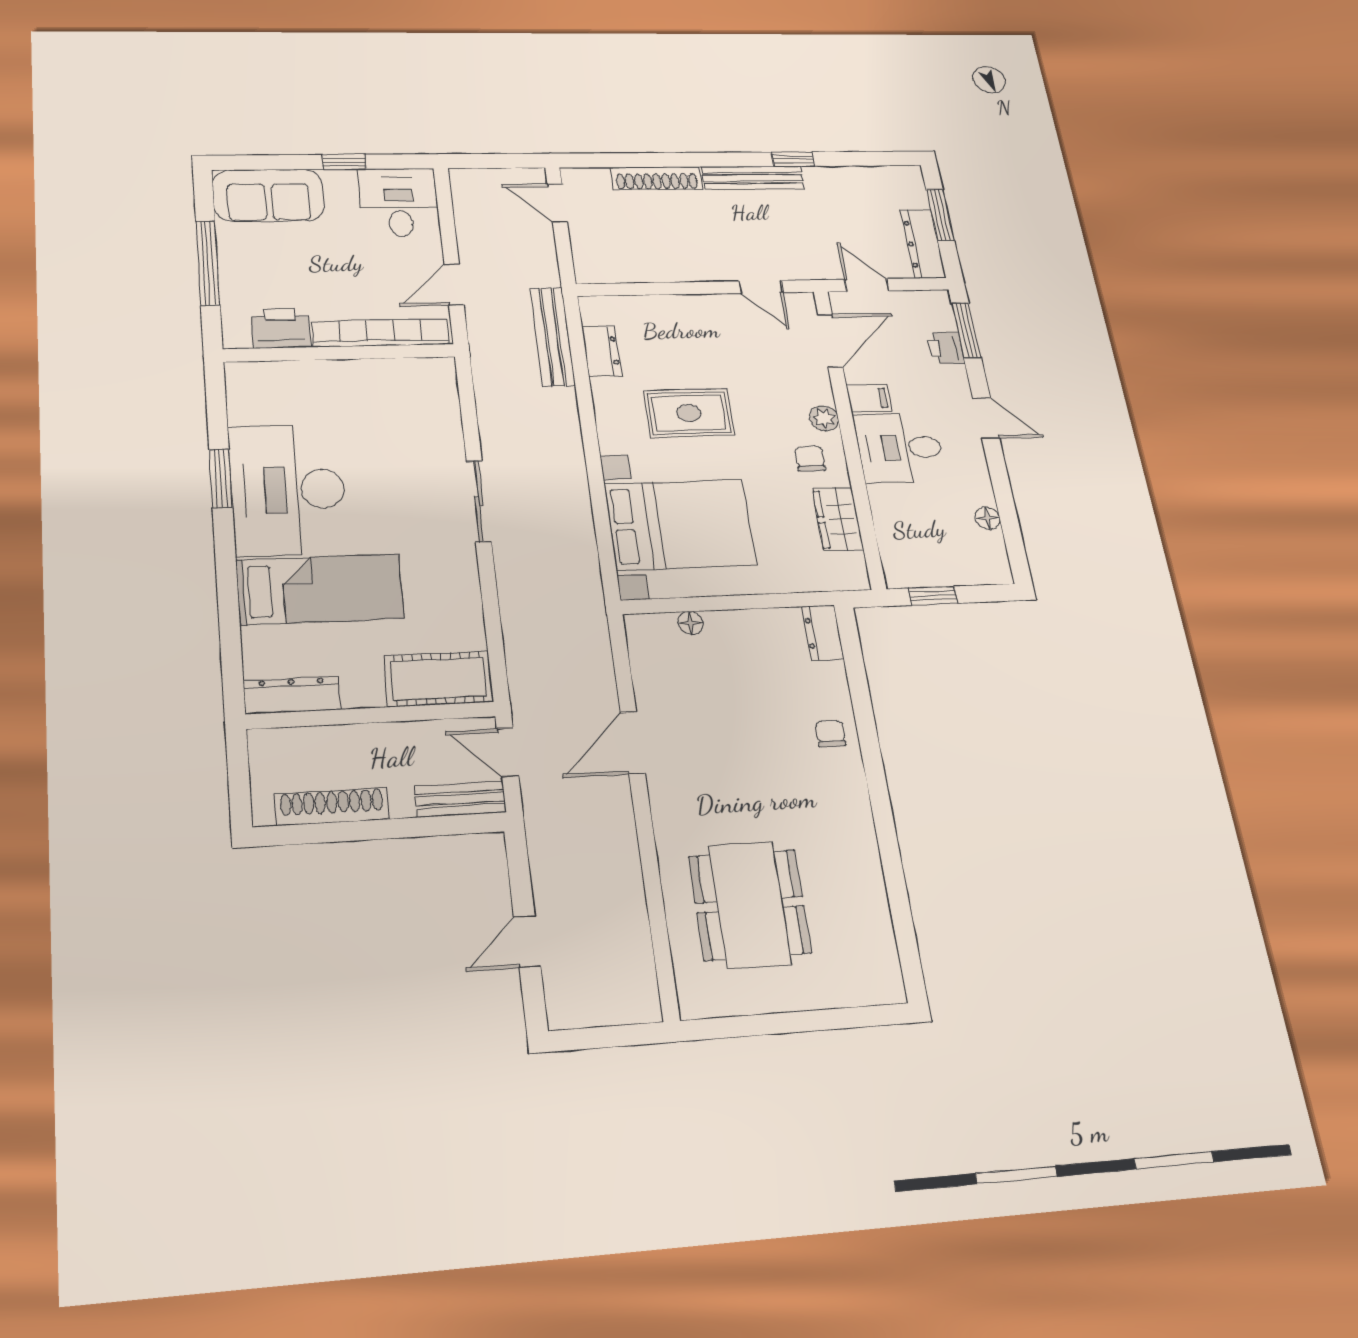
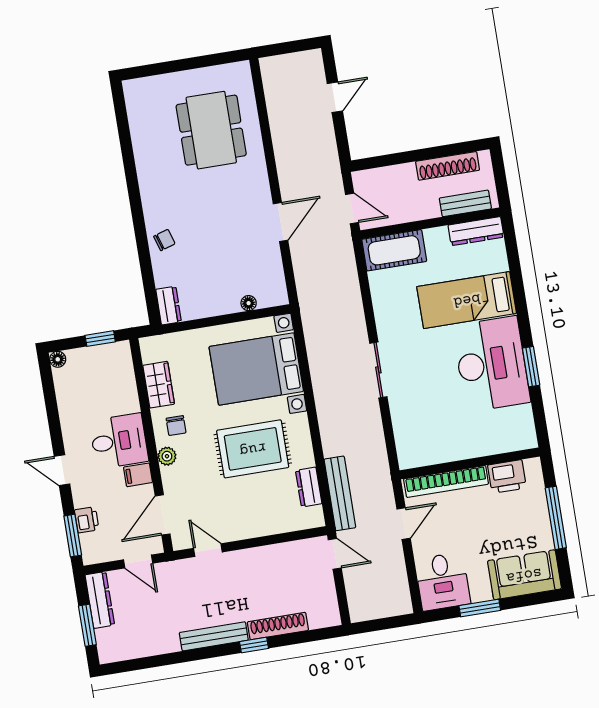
window: (793, 159) -> (254, 645), moved
window: (344, 162) -> (480, 608), width x1.50
door: (557, 203) -> (335, 554), moved
rug: (689, 413) -> (253, 449), width x1.36, depth x1.43
floor lamp: (988, 518) -> (58, 359), moved
chair: (830, 734) -> (164, 240), turned -107
bench: (460, 799) -> (465, 203), moved

